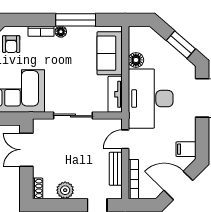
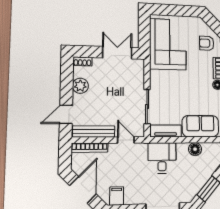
desk: (151, 99) -> (162, 158), width x0.53, depth x0.77
sliding door: (73, 116) -> (147, 107), moved
bench: (116, 169) -> (94, 132), width x1.36

